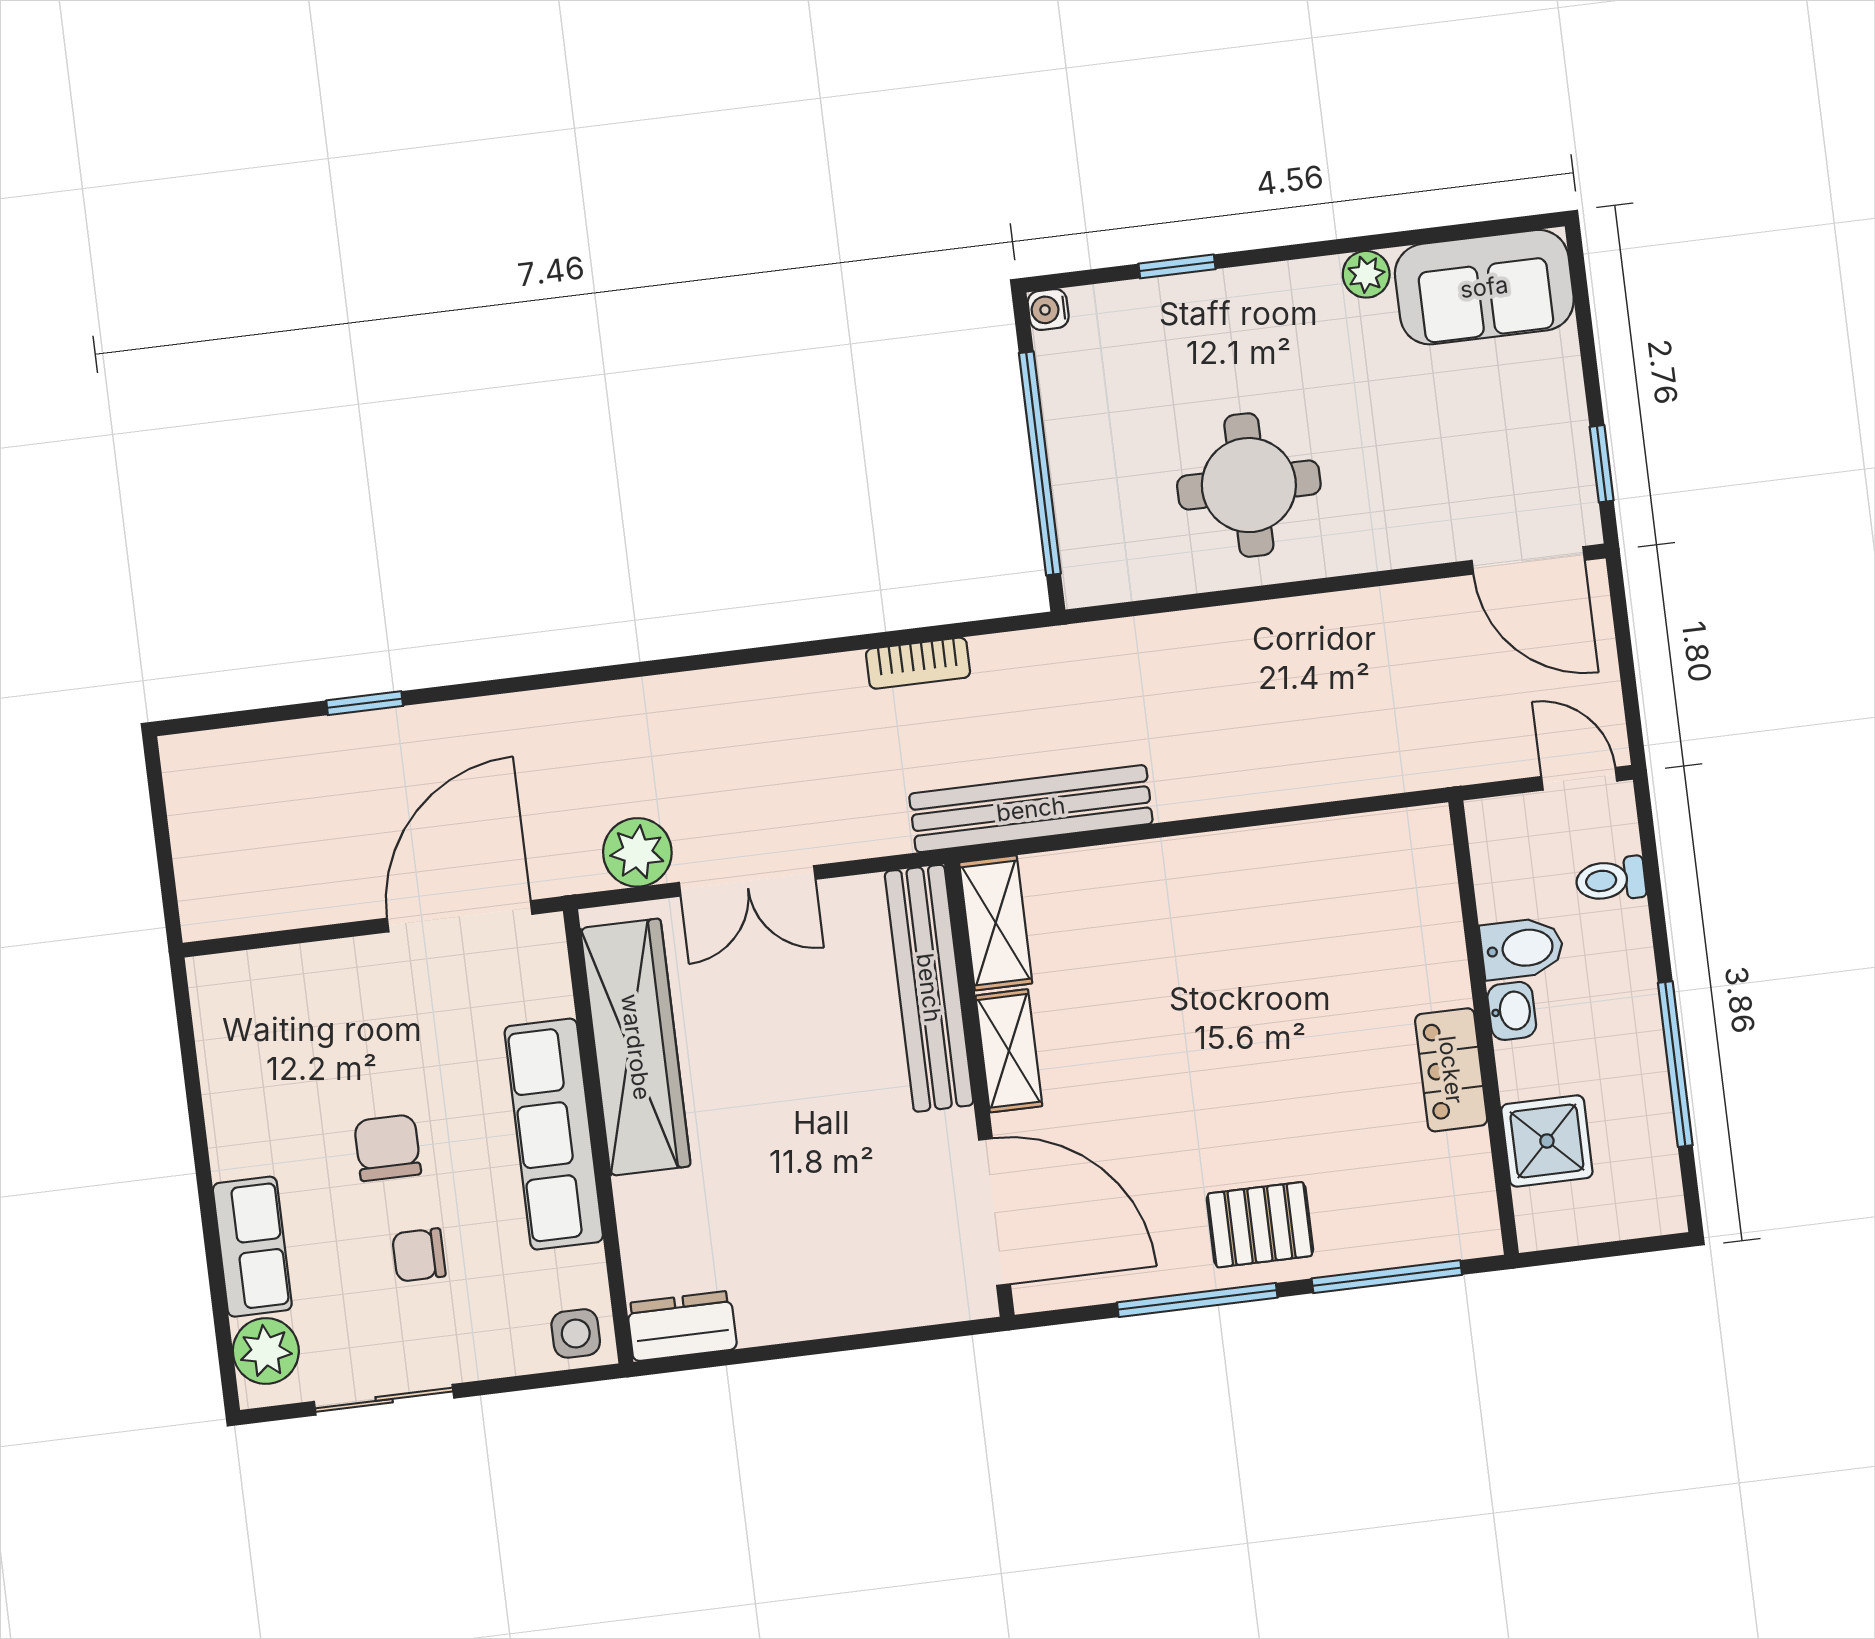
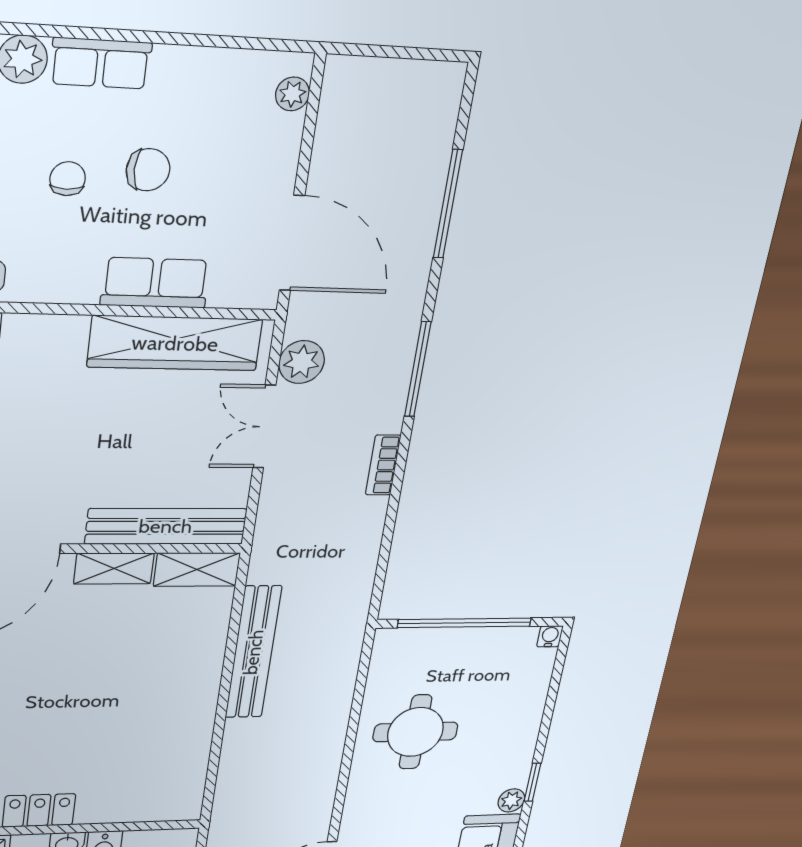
window: (1177, 266) -> (532, 782), moved
bookcase: (918, 663) -> (383, 465), moved
window: (623, 671) -> (418, 369), added
window: (365, 703) -> (448, 204), width x2.17
bench: (1031, 809) -> (253, 652), moved
plant: (247, 974) -> (292, 94), added
row of seats: (554, 1134) -> (155, 283), width x0.68

